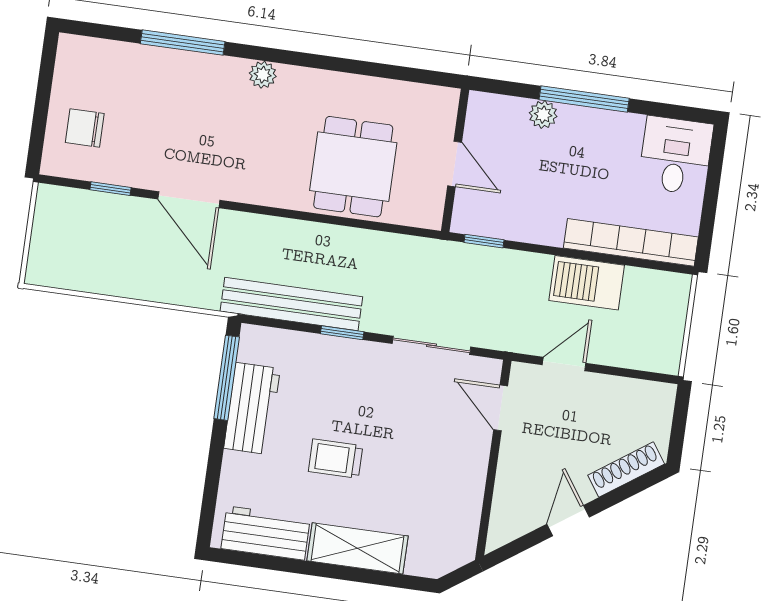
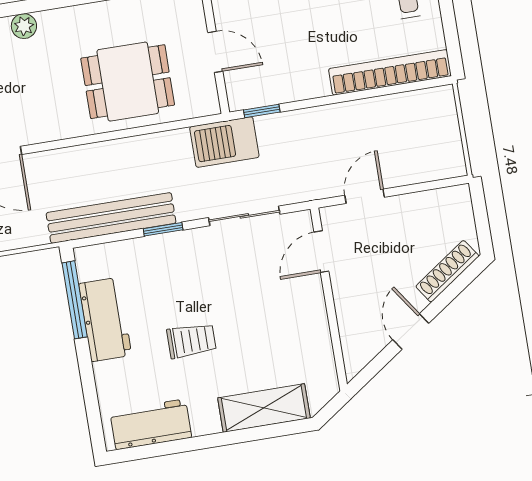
dining table: (353, 167) -> (128, 82), turned 90
barbecue: (587, 283) -> (224, 142), moved
door: (501, 408) -> (321, 252), hinge flipped
trolley: (336, 459) -> (191, 341), turned 180
shelving: (358, 548) -> (264, 408), moved

